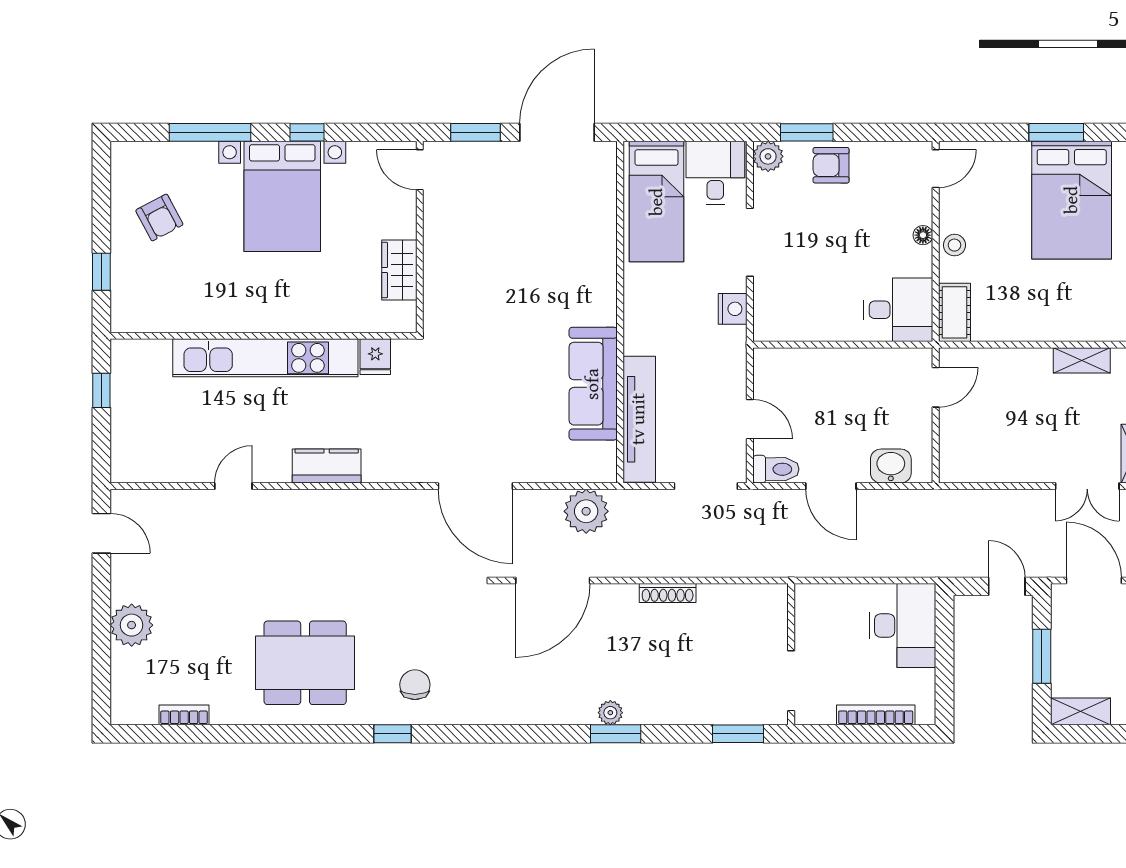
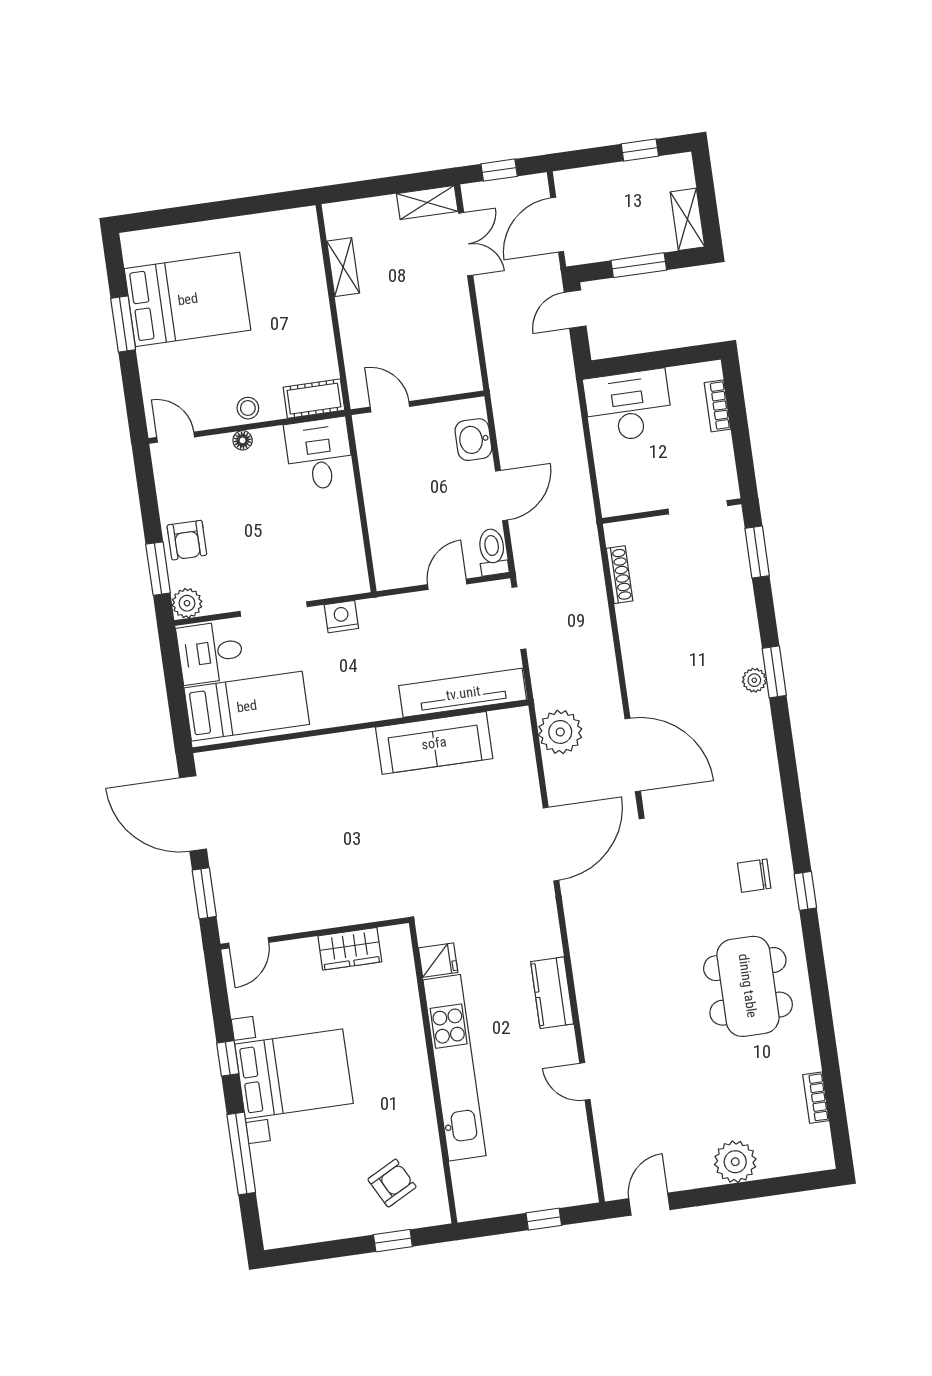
armchair: (159, 217) -> (392, 1183), moved
window: (101, 390) -> (544, 1219), moved
shoe rack: (668, 593) -> (620, 575), moved
bookcase: (876, 715) -> (717, 406), width x0.64

